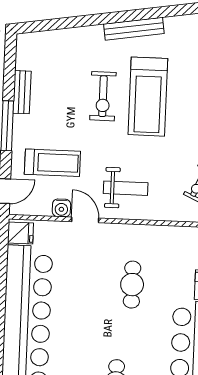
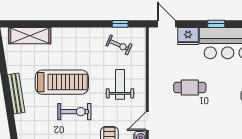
exercise bike: (103, 96) -> (74, 112), moved
weight bench: (126, 188) -> (120, 84), moved

